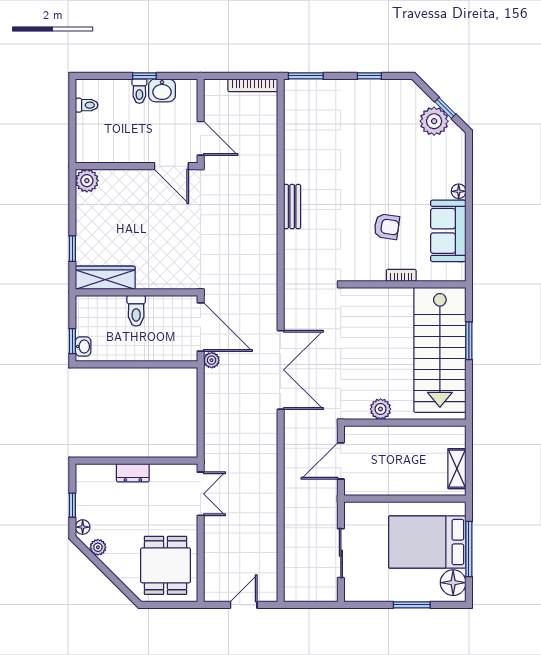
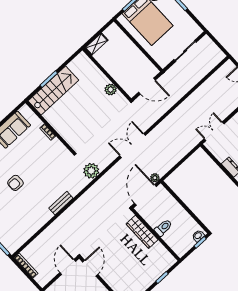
armchair: (387, 227) -> (15, 183), moved, turned -98
wardrobe: (105, 278) -> (142, 232), moved
plant: (298, 285) -> (91, 171), added
stairs: (440, 350) -> (53, 90), width x0.73, depth x0.66
double door: (281, 370) -> (133, 146), width x0.73
shelving: (457, 469) -> (96, 44), moved

